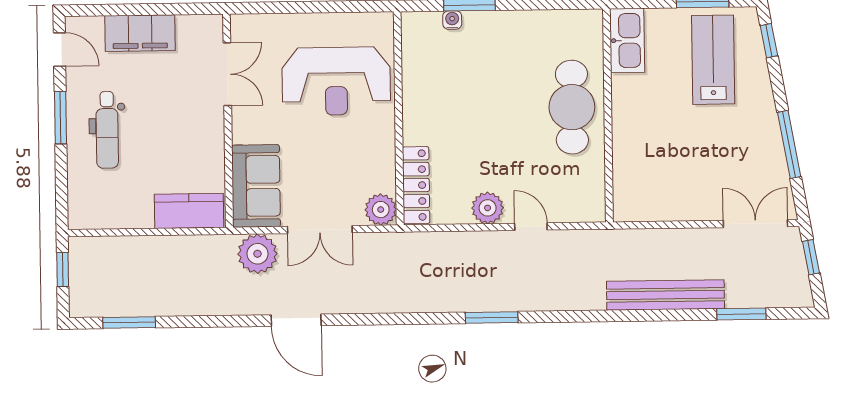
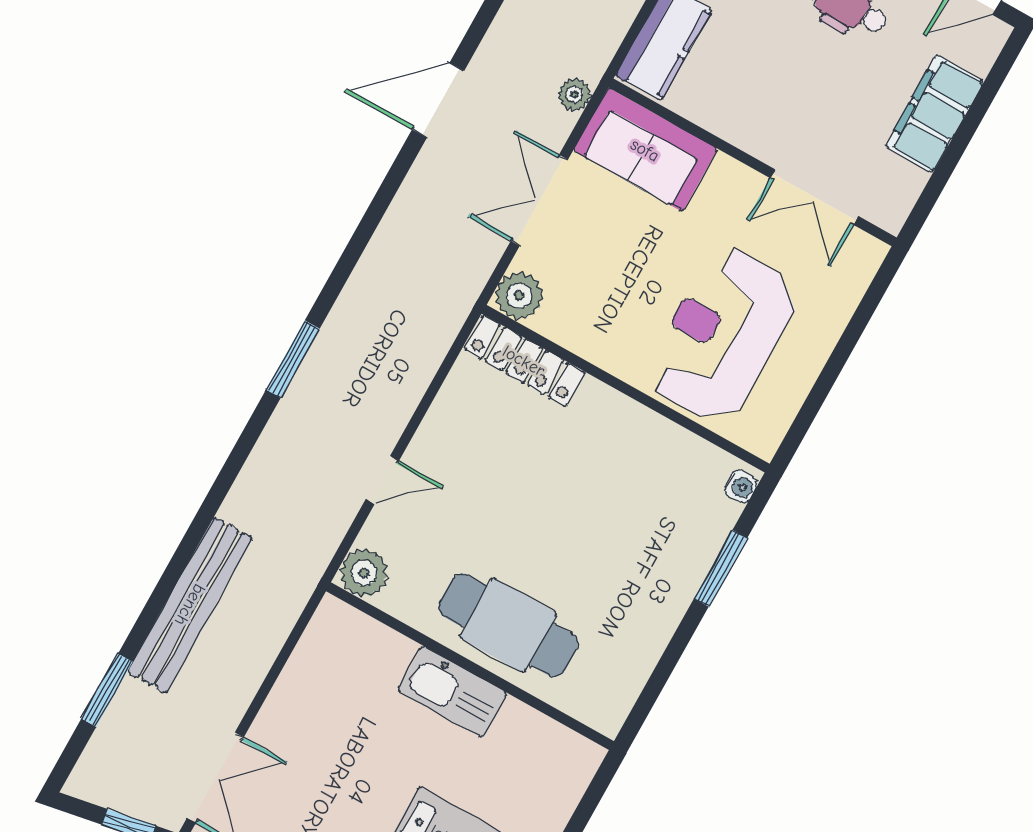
water cooler: (452, 20) -> (741, 486), moved
kitchen sink: (627, 41) -> (452, 692), moved
plant: (488, 208) -> (364, 573), moved
plant: (257, 254) -> (574, 95), width x0.53, depth x0.53

